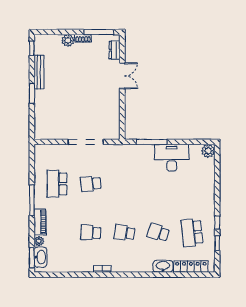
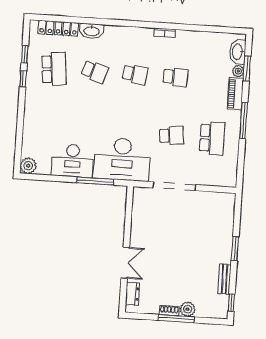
window: (99, 32) -> (176, 319), moved
bench: (39, 72) -> (225, 279), width x0.73
double door: (122, 76) -> (125, 263), swing flipped
desk: (131, 161) -> (122, 159), added
window: (32, 258) -> (247, 68), moved

